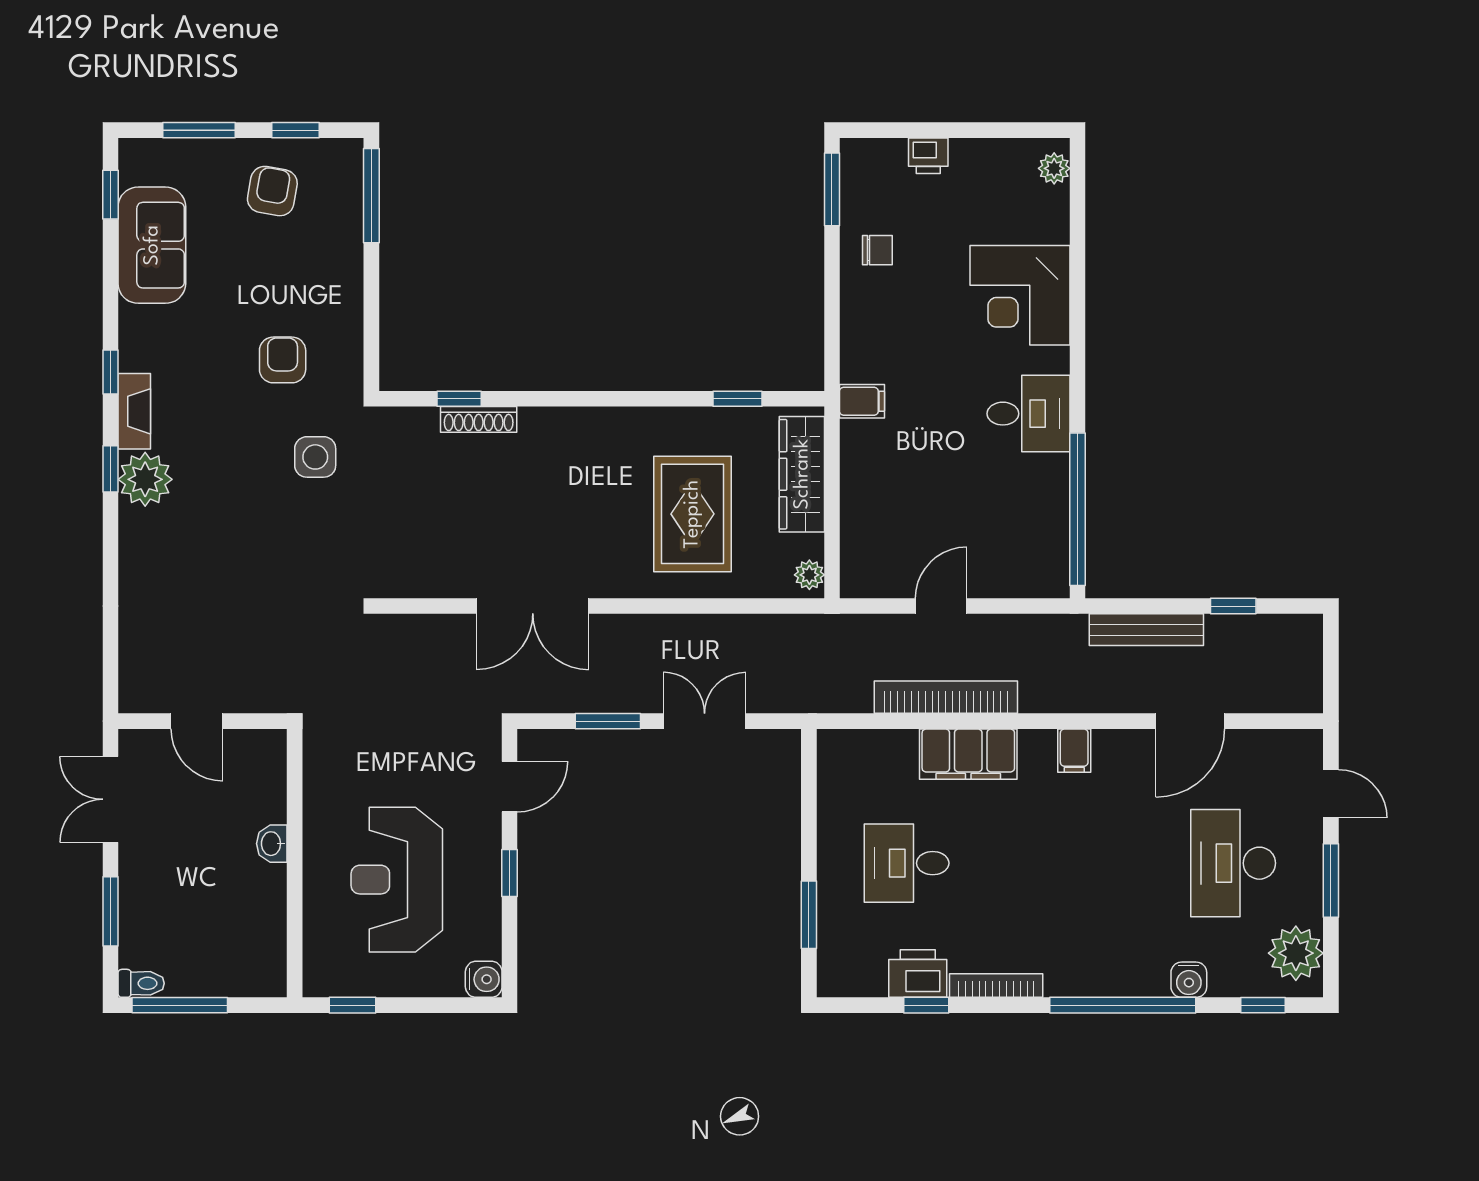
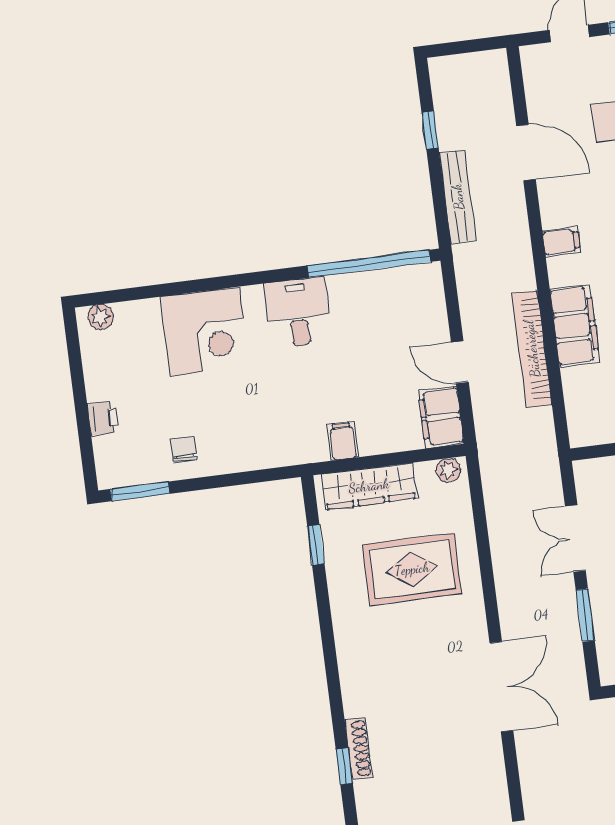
filing cabinet: (862, 401) -> (343, 441), moved
filing cabinet: (876, 574) -> (441, 417), added

